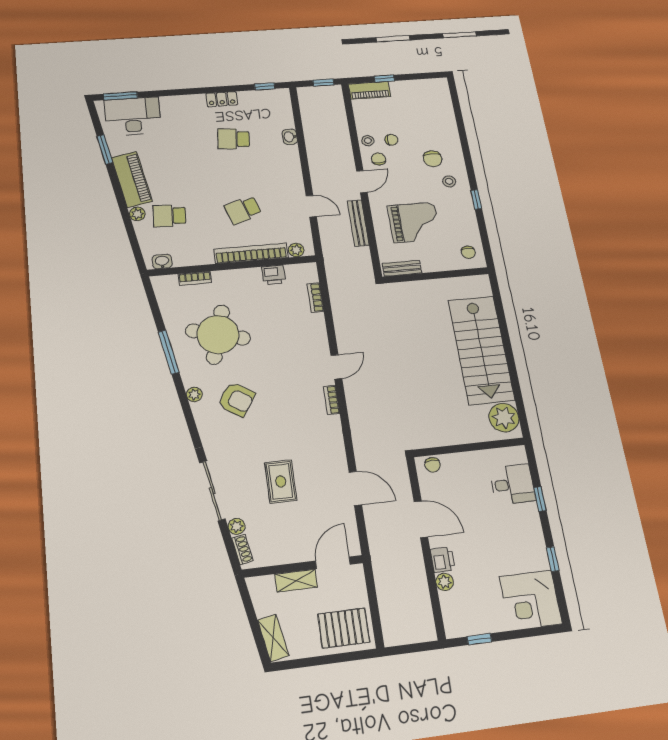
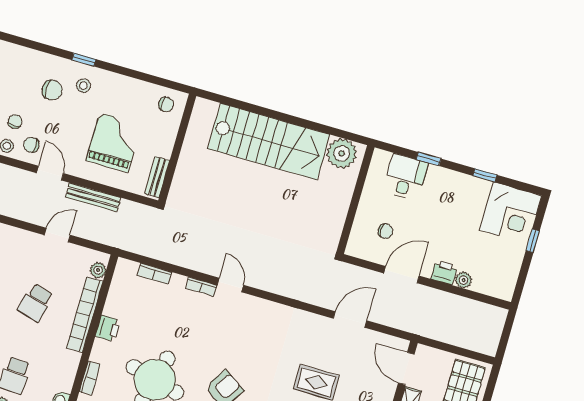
window: (476, 199) -> (84, 60), moved
school desk: (243, 210) -> (36, 303), turned 33
printer: (273, 275) -> (108, 328), moved
bookcase: (332, 400) -> (201, 287), moved
chair: (433, 465) -> (385, 231), moved
window: (479, 639) -> (533, 241), moved

